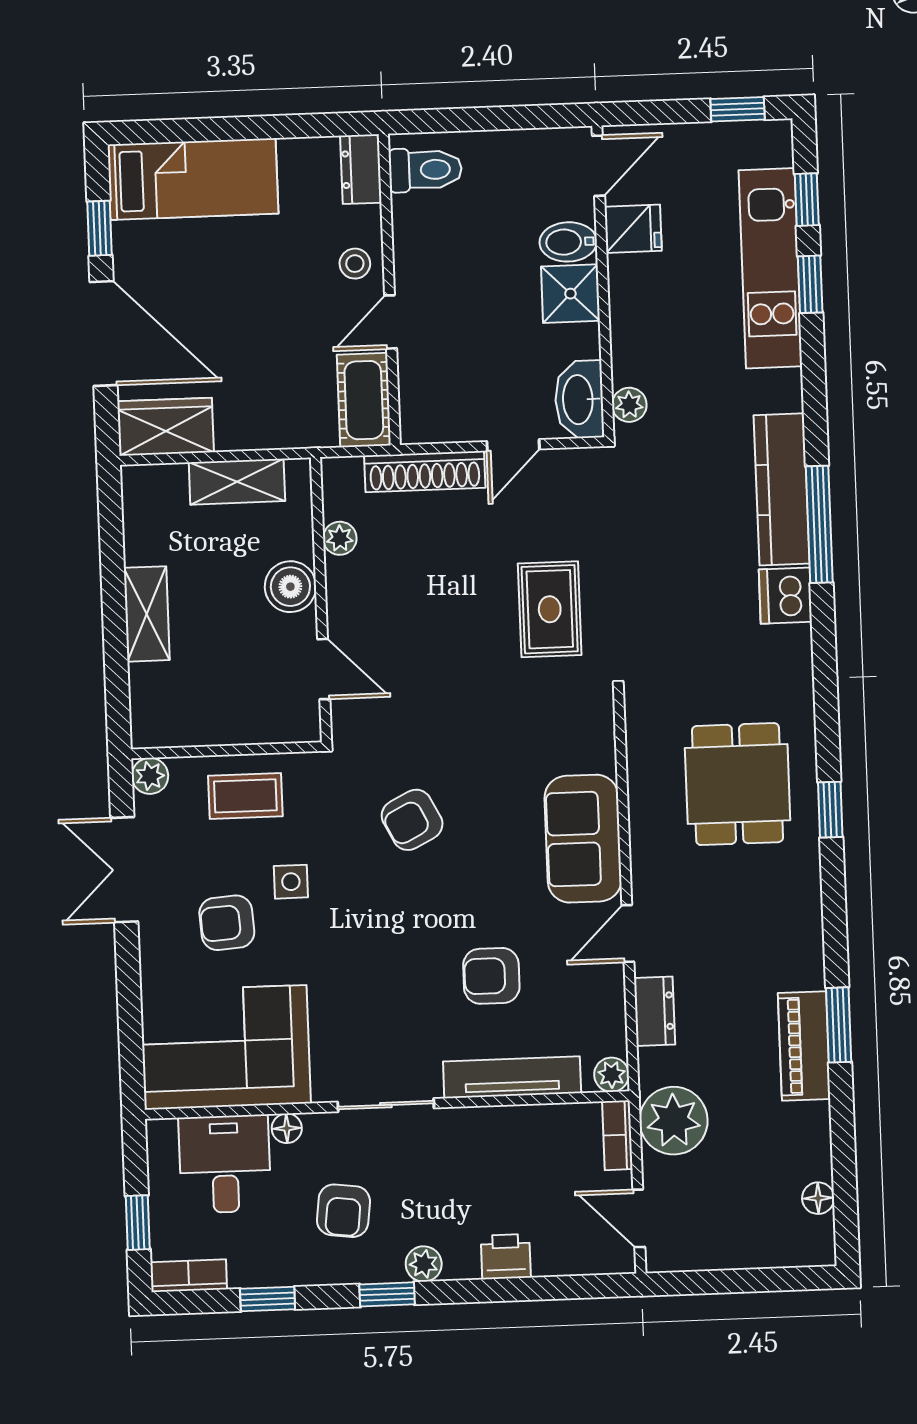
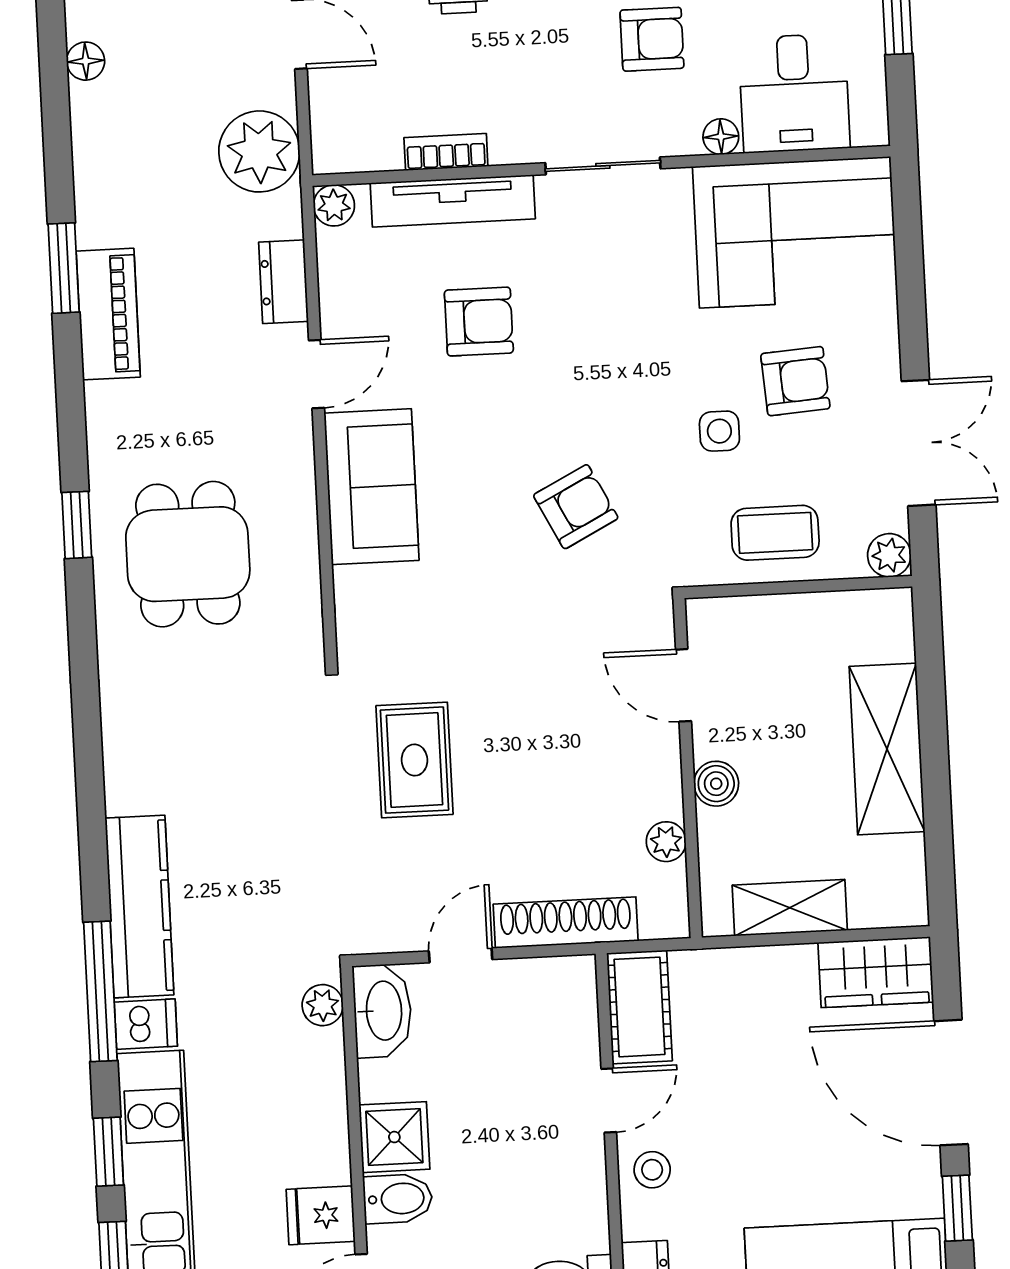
window: (819, 524) -> (100, 991), moved
boiler: (290, 587) -> (716, 784), width x0.73, depth x0.73
dishwasher: (785, 596) -> (146, 1024), moved, width x0.73
shelving: (147, 614) -> (887, 749), width x1.50, depth x1.33
piano: (804, 1046) -> (108, 314), moved
bookcase: (617, 1135) -> (446, 152), moved, turned -90
armchair: (343, 1211) -> (652, 39), turned 83

